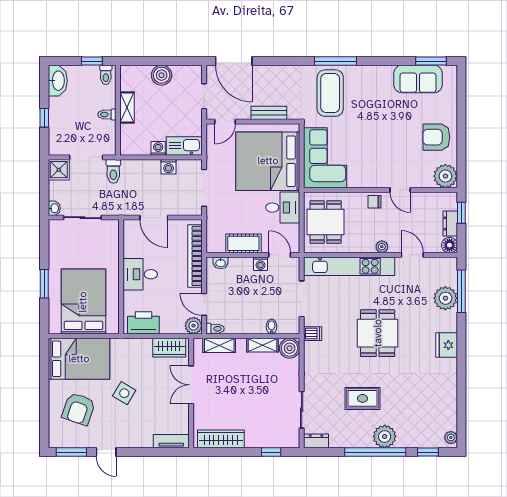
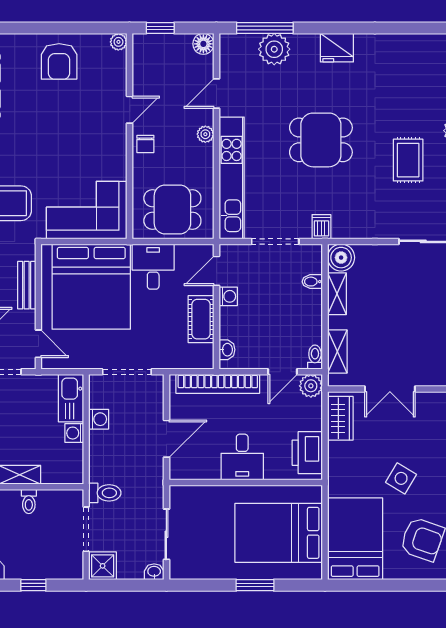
plant: (445, 176) -> (118, 42), width x0.53, depth x0.53
dresser: (450, 223) -> (174, 43), removed

